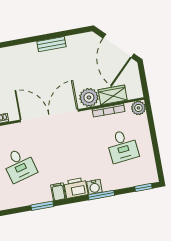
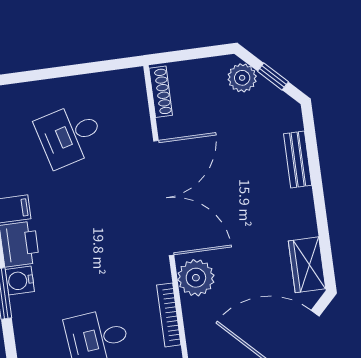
bench: (51, 44) -> (298, 159), moved
wardrobe: (113, 95) -> (307, 265), moved, turned 180

